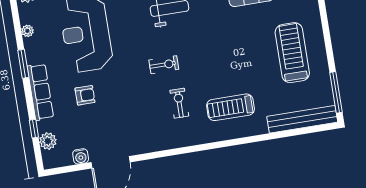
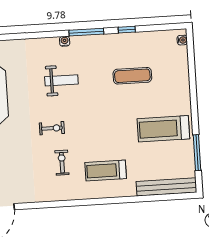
treadmill: (292, 53) -> (163, 129), turned -90
window: (336, 92) -> (197, 153), moved

